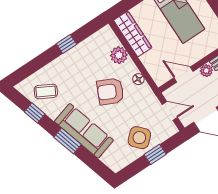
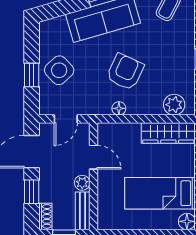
plant: (119, 55) -> (174, 105), moved
door: (183, 74) -> (93, 157), hinge flipped

